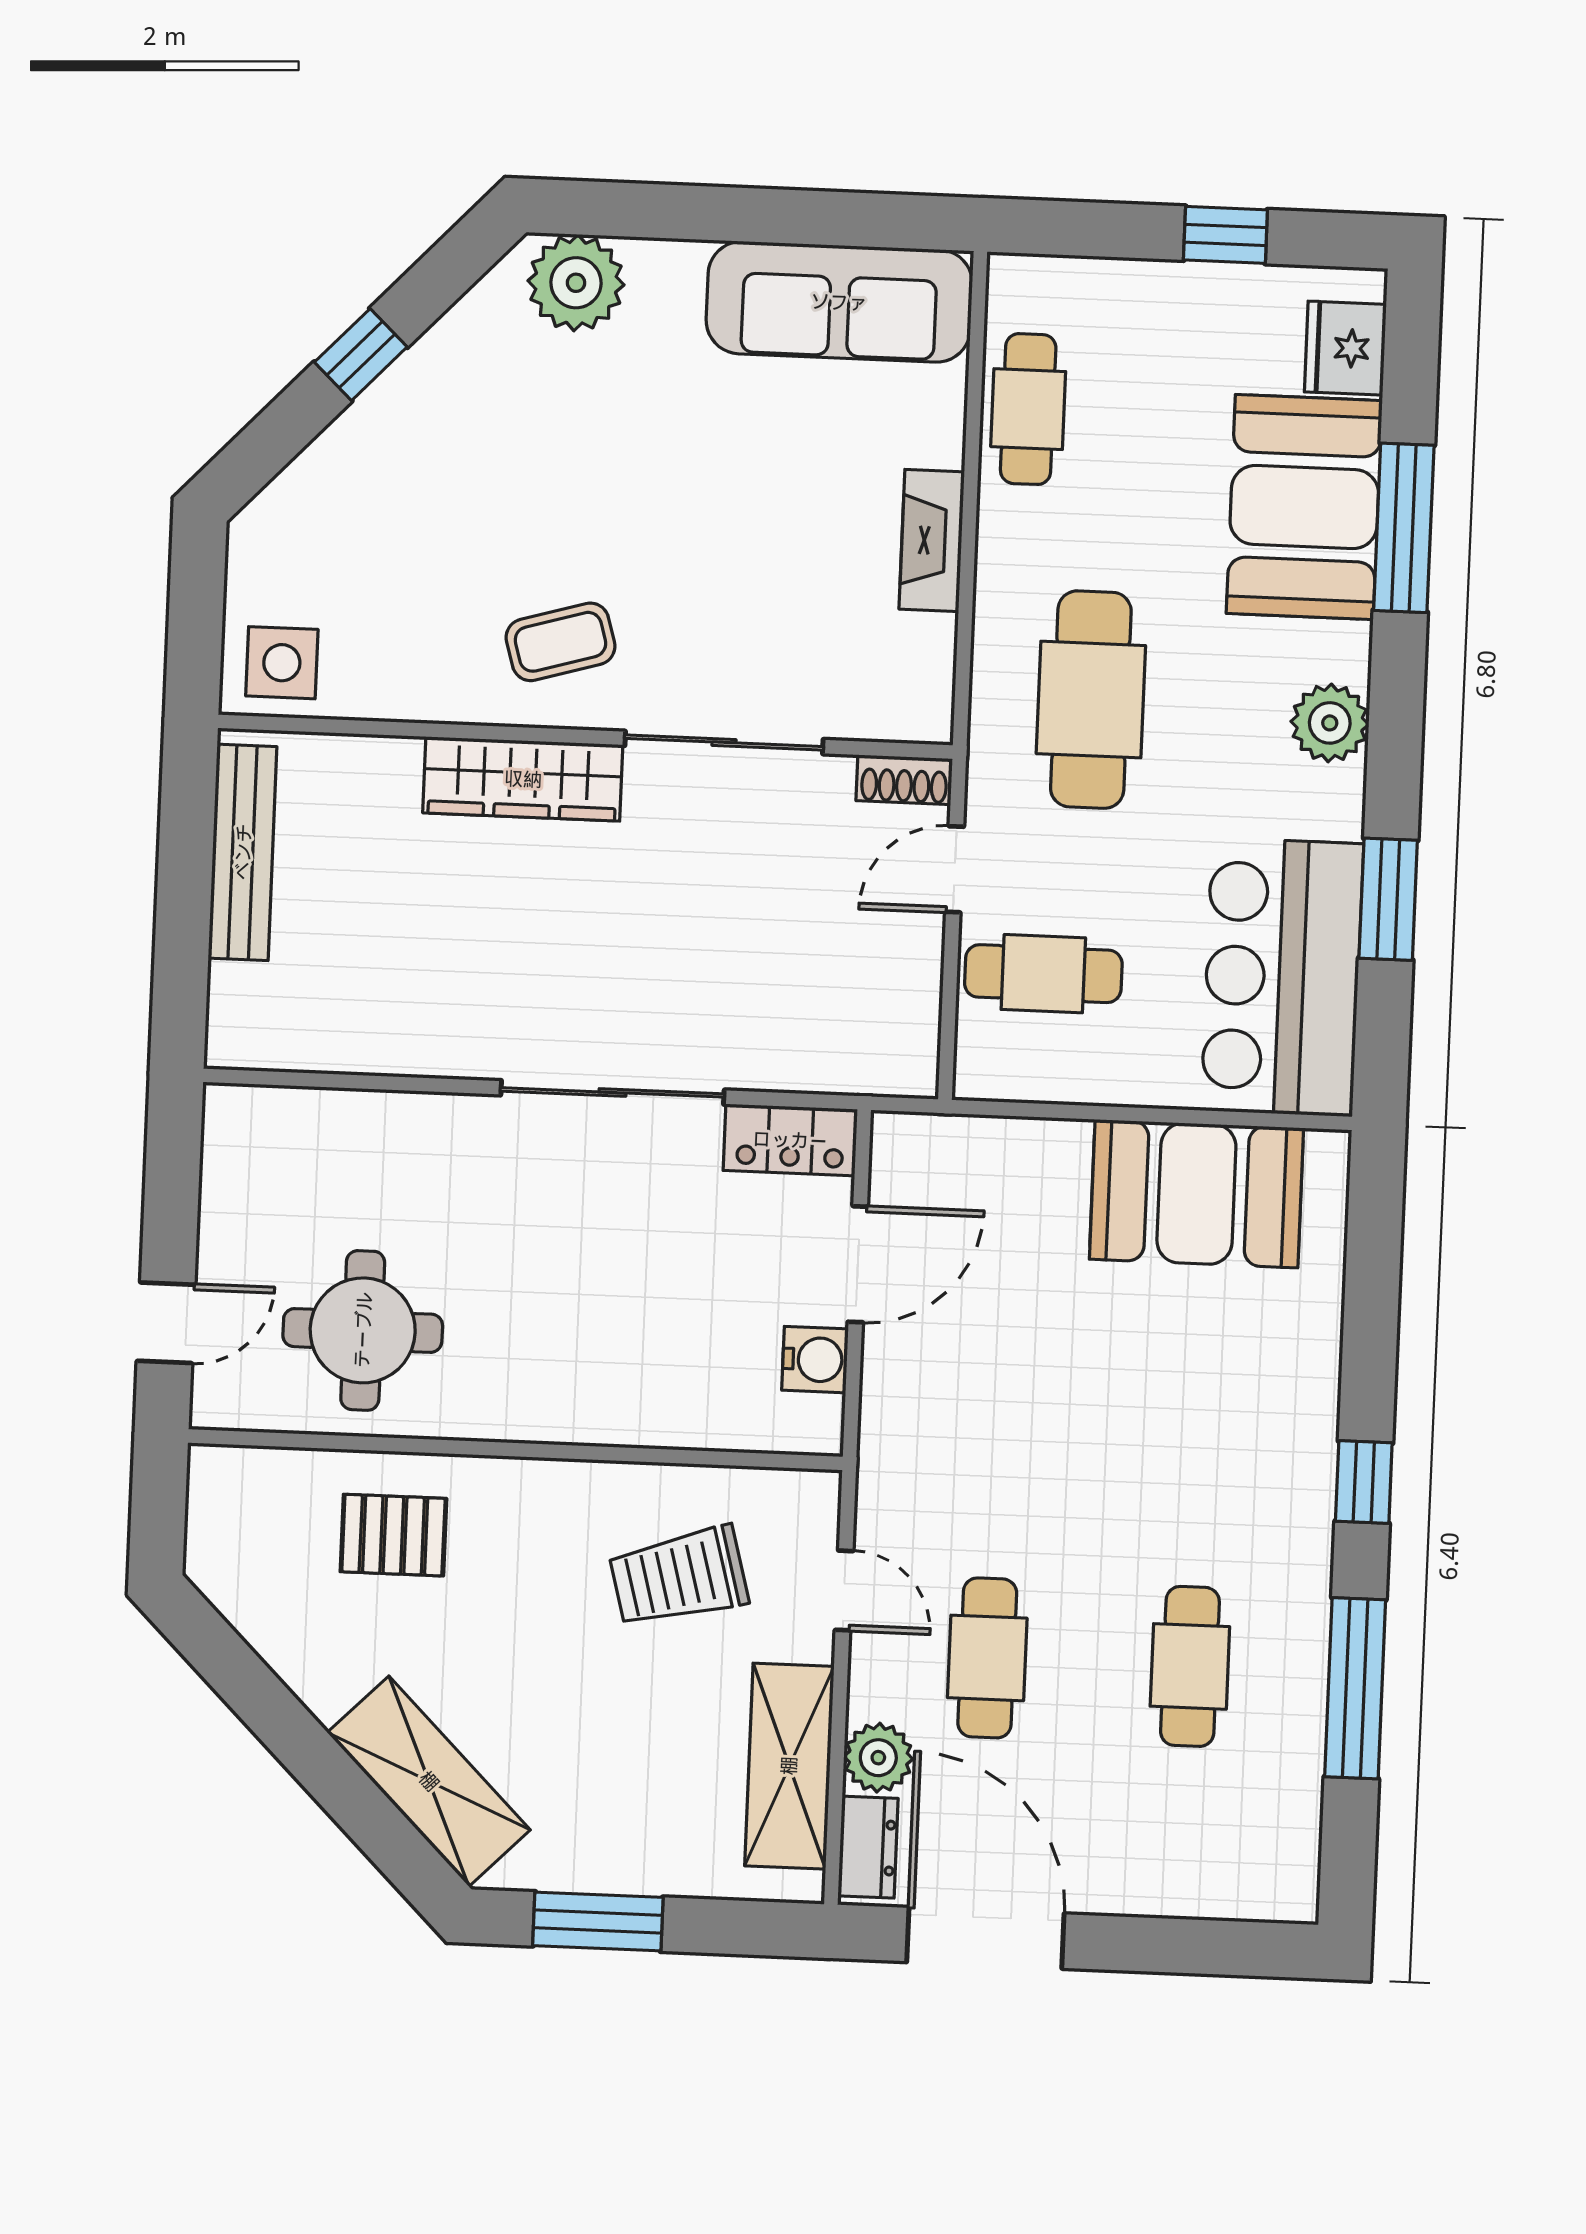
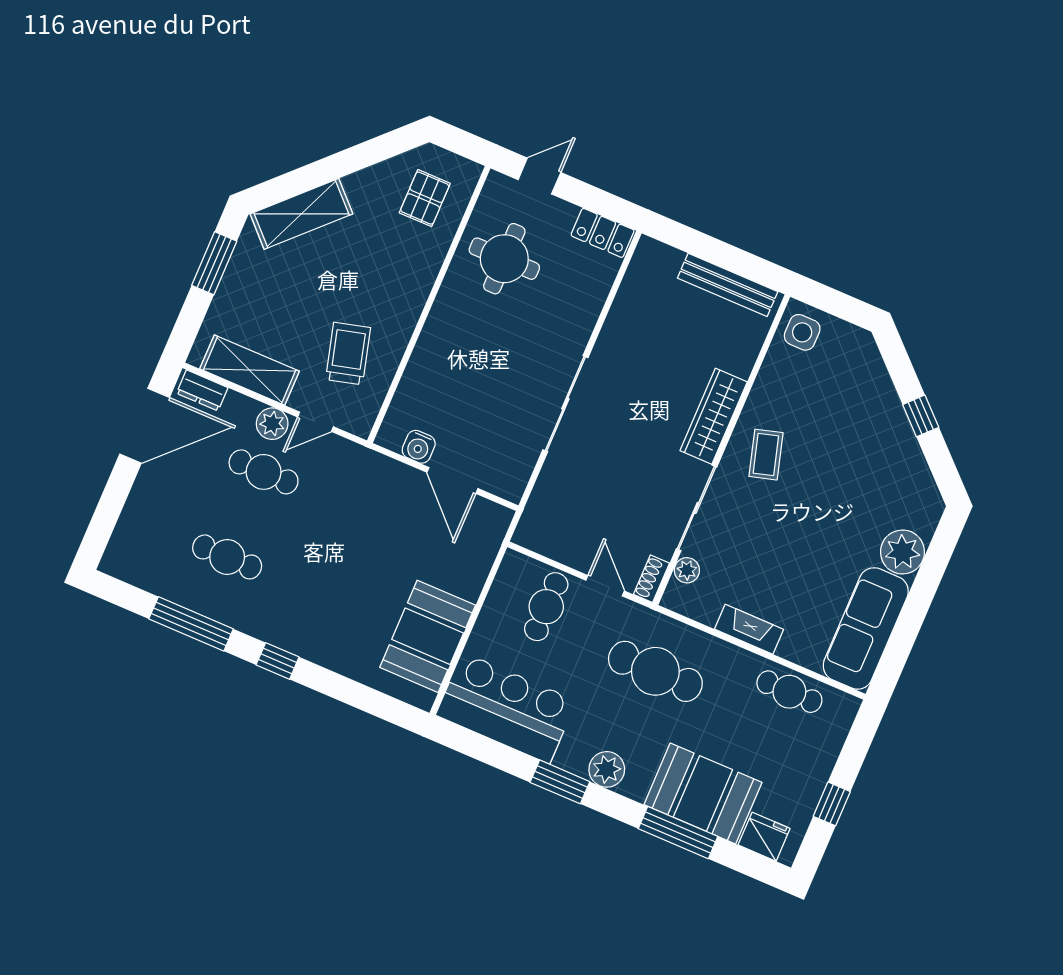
plant: (576, 283) -> (902, 552), moved
plant: (859, 714) -> (687, 570), added
window: (1388, 899) -> (560, 782), moved
locker: (790, 1140) -> (603, 233), moved, turned -90
door: (166, 1323) -> (539, 176), swing flipped
pallet: (393, 1535) -> (425, 198), moved
plant: (878, 1758) -> (272, 424), moved

